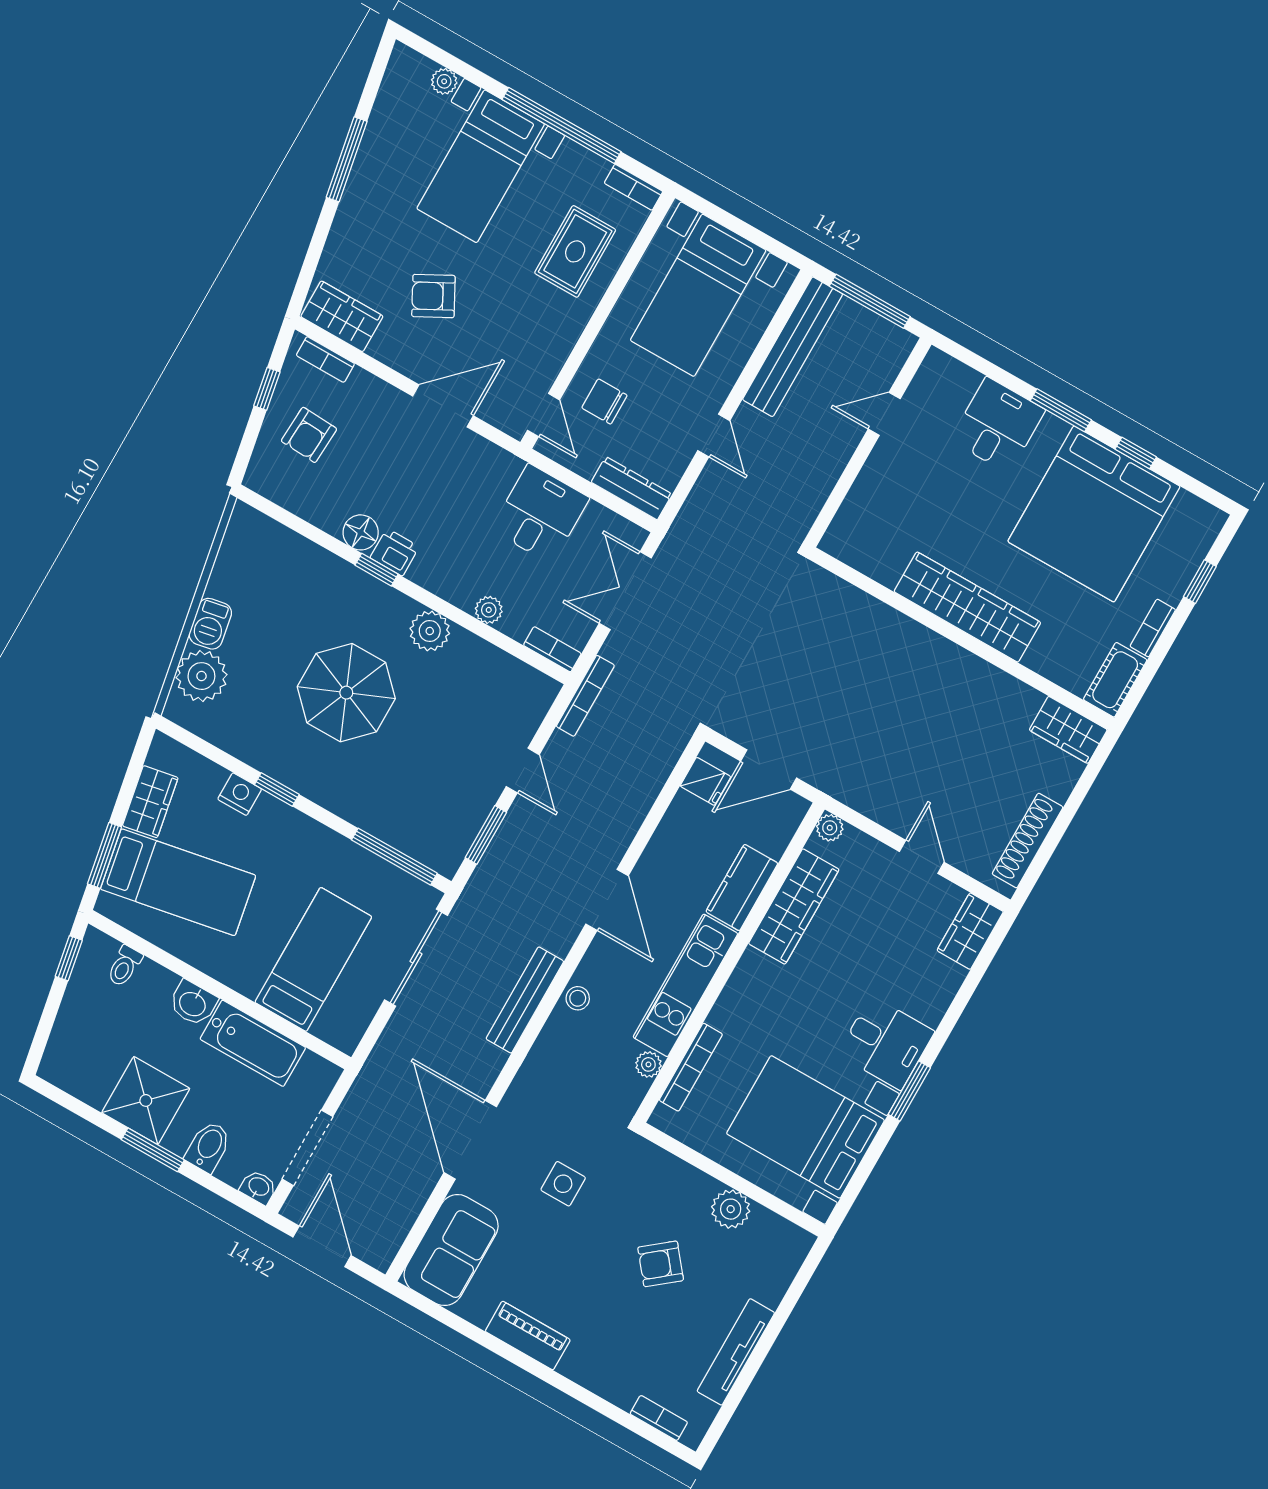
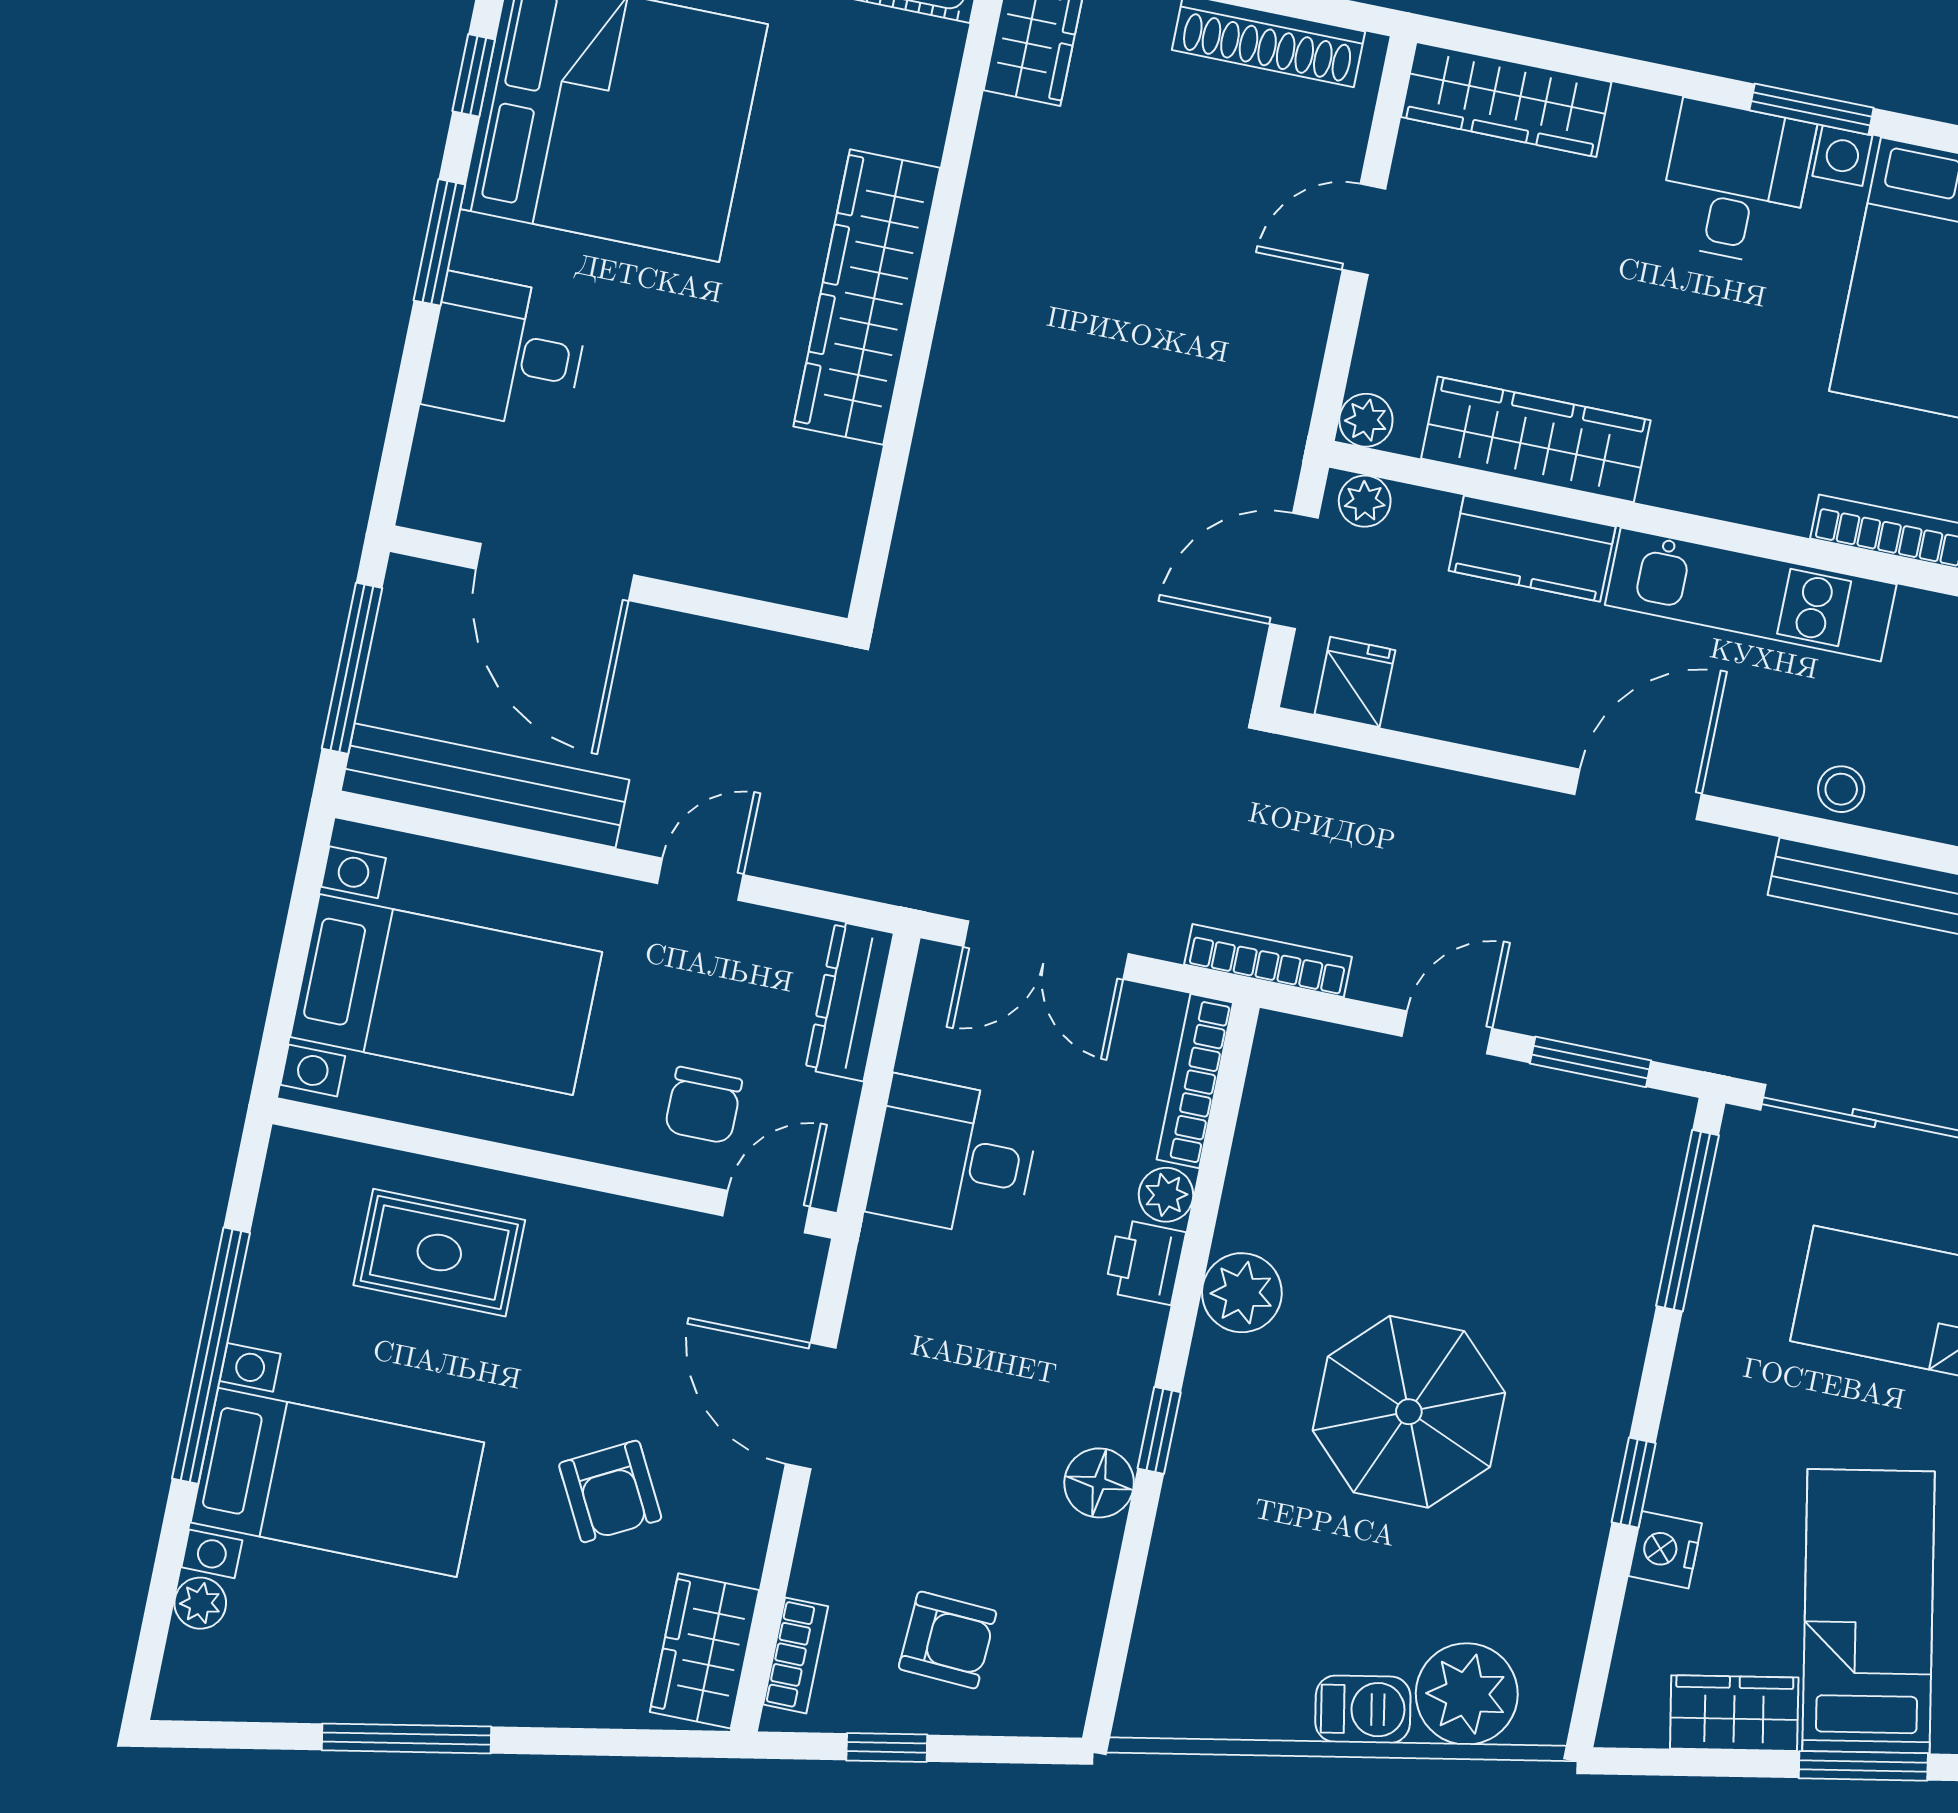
bookcase: (633, 187) -> (283, 1182), removed
door: (884, 414) -> (555, 572), width x1.87
printer: (395, 552) -> (1145, 1262), moved
bookcase: (552, 649) -> (1195, 1081), width x1.56
door: (769, 769) -> (1294, 571), swing flipped
wardrobe: (970, 931) -> (1506, 100), width x1.50
plant: (648, 1064) -> (1365, 501), moved

